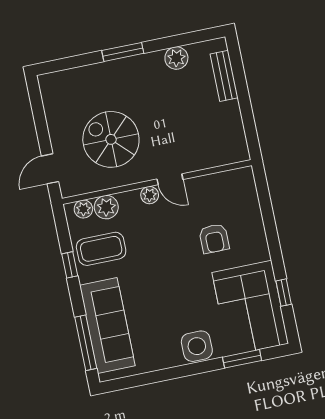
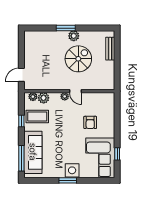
plant: (176, 58) -> (74, 36), moved
spiral stairs: (111, 139) -> (78, 59), moved, turned 90
window: (242, 359) -> (68, 180), moved

